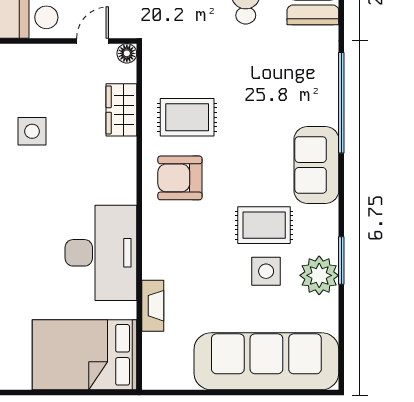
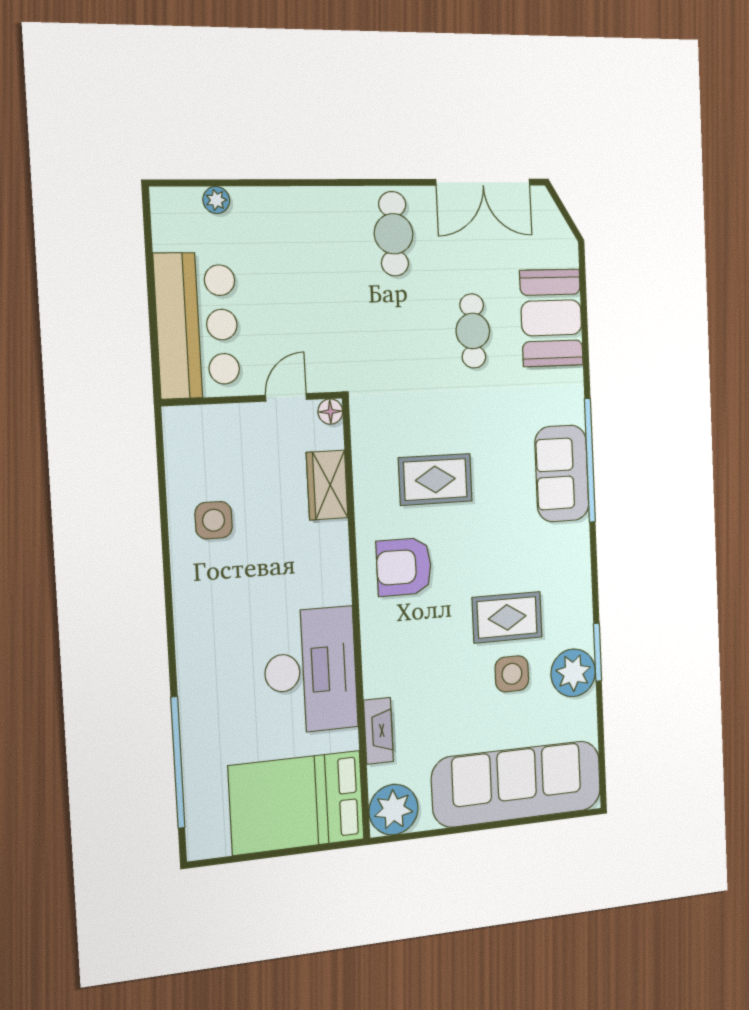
rug: (187, 117) -> (435, 480), moved
sofa: (316, 165) -> (562, 474), moved
plant: (162, 370) -> (394, 810), added

